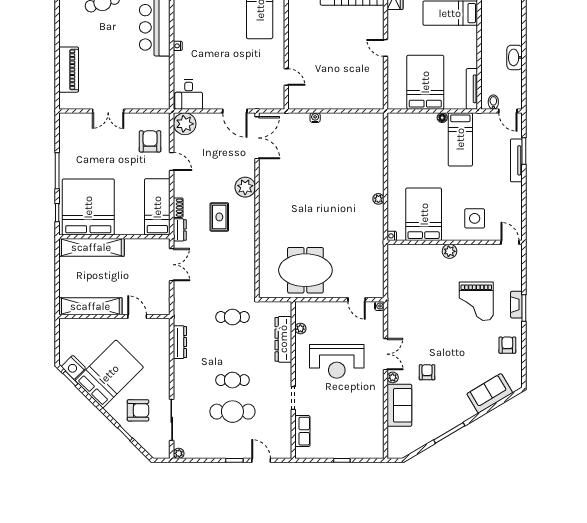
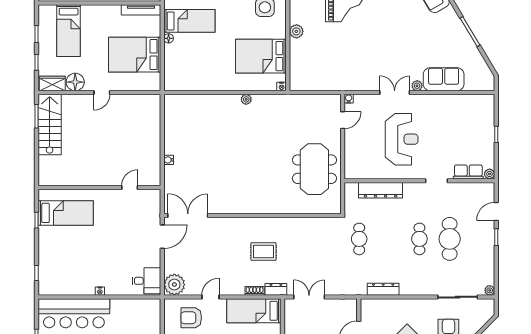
floor lamp: (397, 20) -> (75, 82), added
plant: (245, 187) -> (235, 227), removed
plant: (300, 328) -> (490, 174), moved
armchair: (427, 372) -> (412, 53), removed

